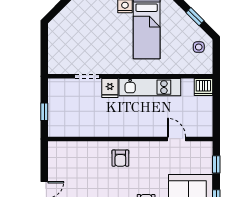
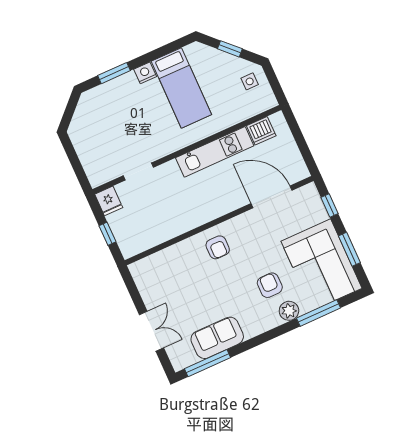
dishwasher: (203, 87) -> (261, 131), moved
fridge: (110, 88) -> (109, 201), moved
door: (177, 139) -> (272, 197), width x1.87

